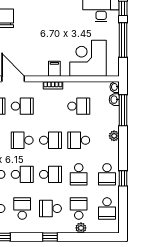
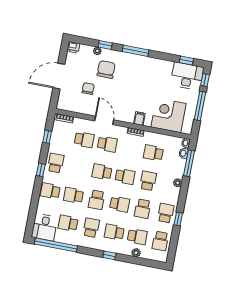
school desk: (79, 106) -> (153, 153), turned 180
school desk: (79, 140) -> (148, 181), turned 90
school desk: (22, 174) -> (97, 200), turned 90
school desk: (107, 174) -> (166, 213), turned 180
school desk: (79, 209) -> (137, 237), turned 90

